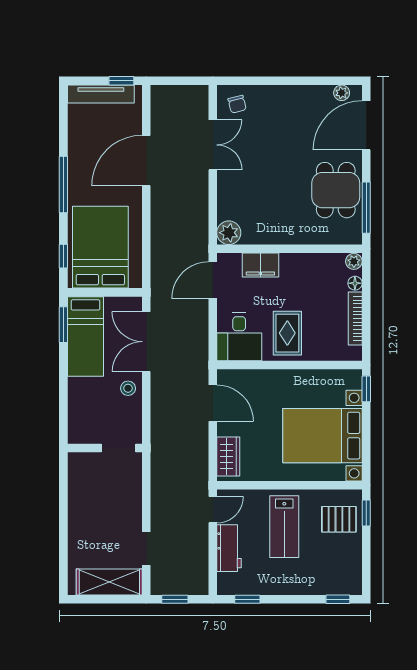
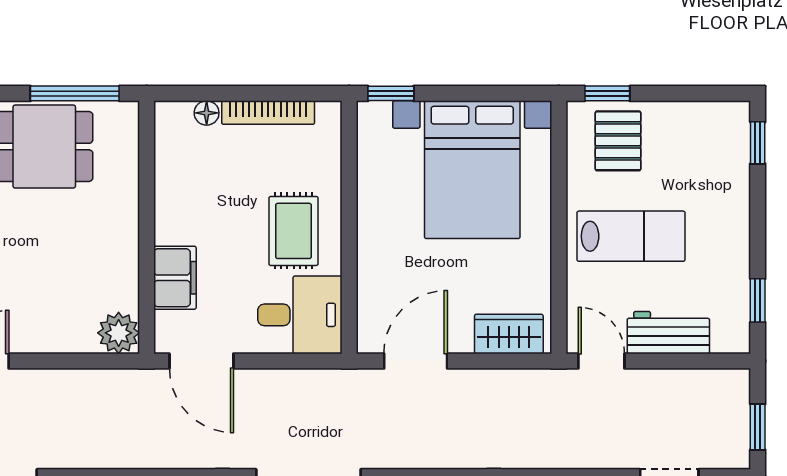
plant: (354, 261) -> (169, 115), removed
rug: (287, 333) -> (294, 231), turned 90

